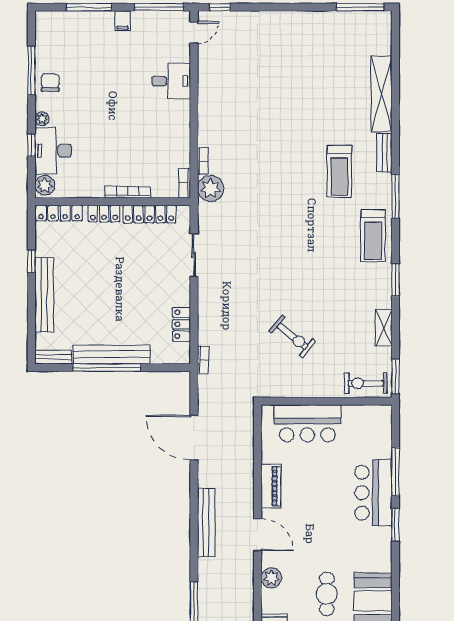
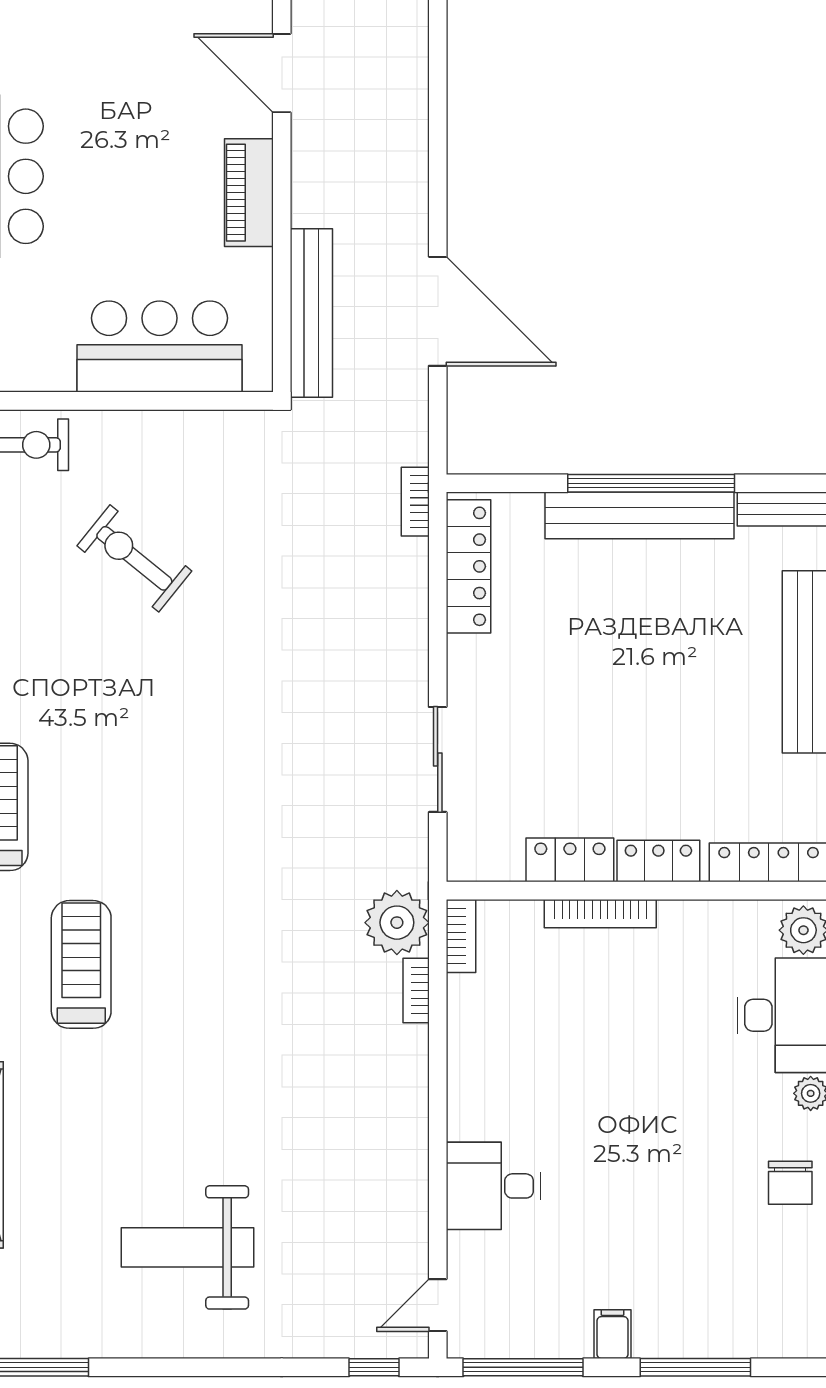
weight bench: (296, 56) -> (187, 1247), added
locker: (149, 214) -> (570, 860), width x0.66
locker: (181, 324) -> (468, 566), width x1.53
exercise bike: (292, 336) -> (134, 558), moved
bench: (206, 523) -> (311, 313), moved

